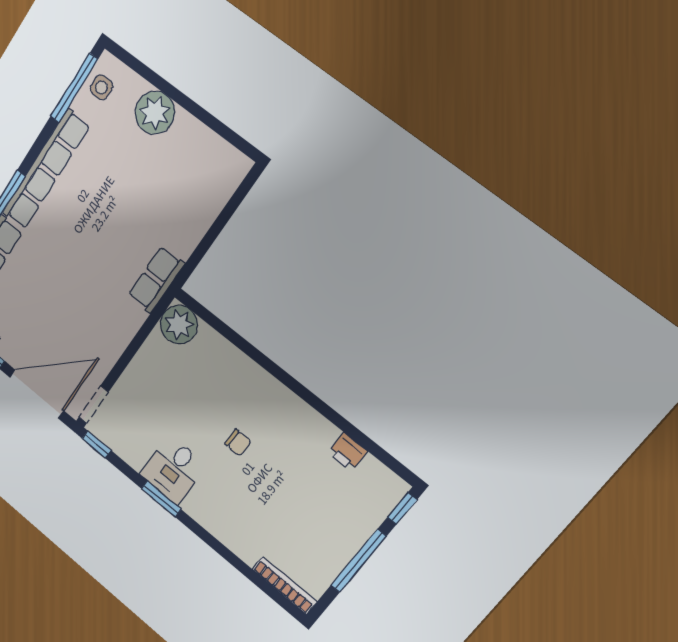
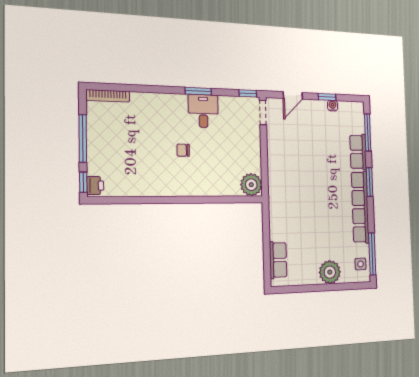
row of seats: (156, 280) -> (278, 260), moved
door: (37, 394) -> (293, 95), width x0.53
printer: (348, 452) -> (95, 186), moved, turned 90

